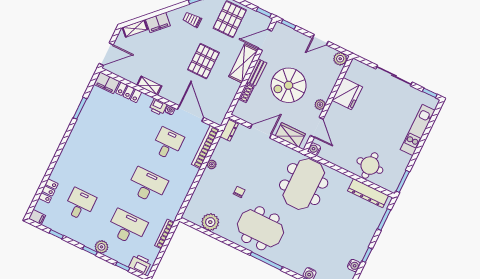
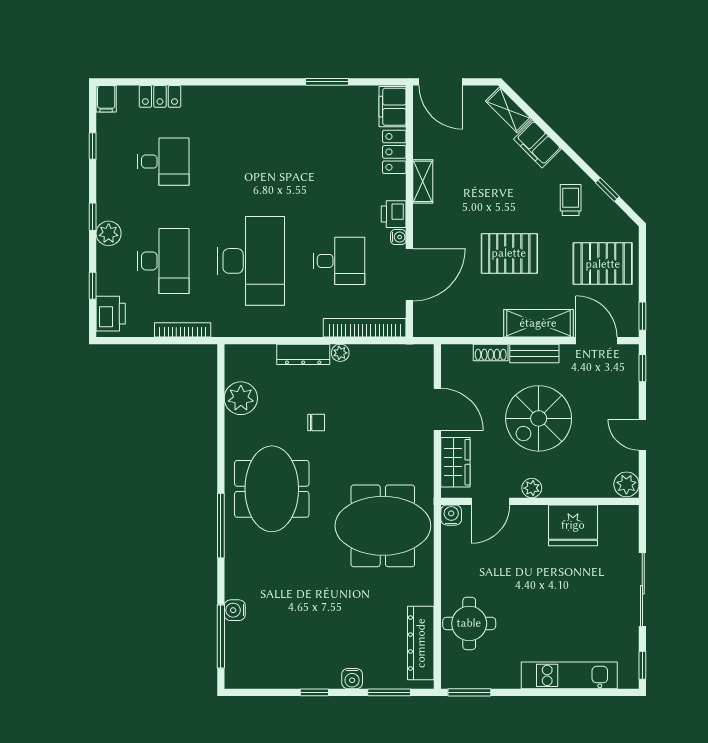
spiral stairs: (289, 85) -> (539, 418), turned -90
dresser: (229, 130) -> (303, 354), moved, width x1.44
desk: (147, 186) -> (251, 261), width x1.36, depth x1.30
water cooler: (354, 265) -> (352, 679), moved

